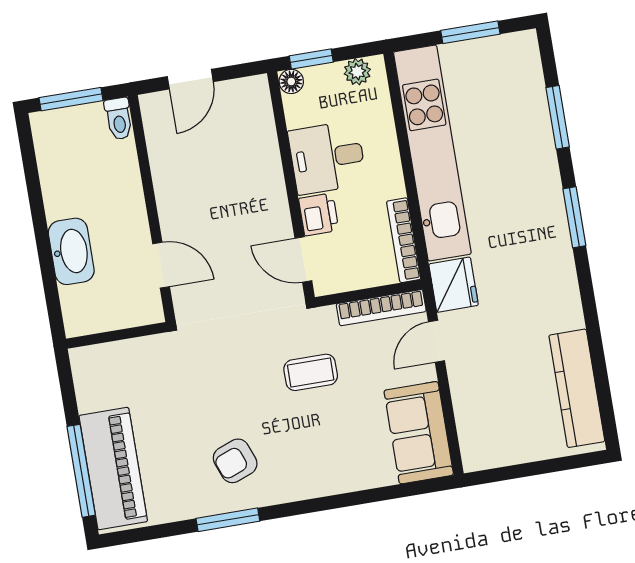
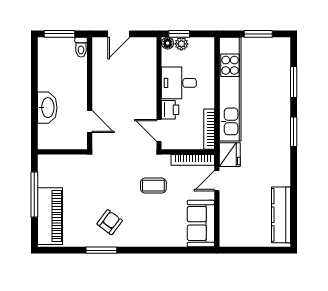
plant: (357, 72) -> (181, 44), moved
armchair: (235, 461) -> (110, 222), turned 148
window: (81, 471) -> (34, 194), moved

